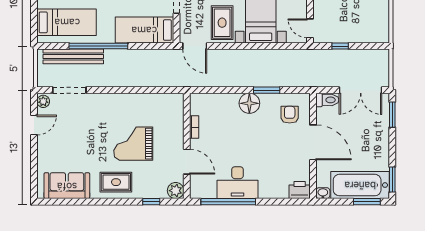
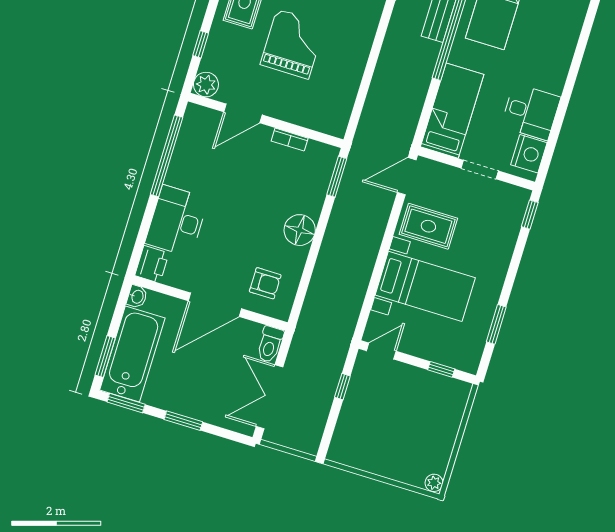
window: (267, 90) -> (337, 177), moved
window: (392, 115) -> (183, 421), moved
desk: (237, 183) -> (177, 221), moved

